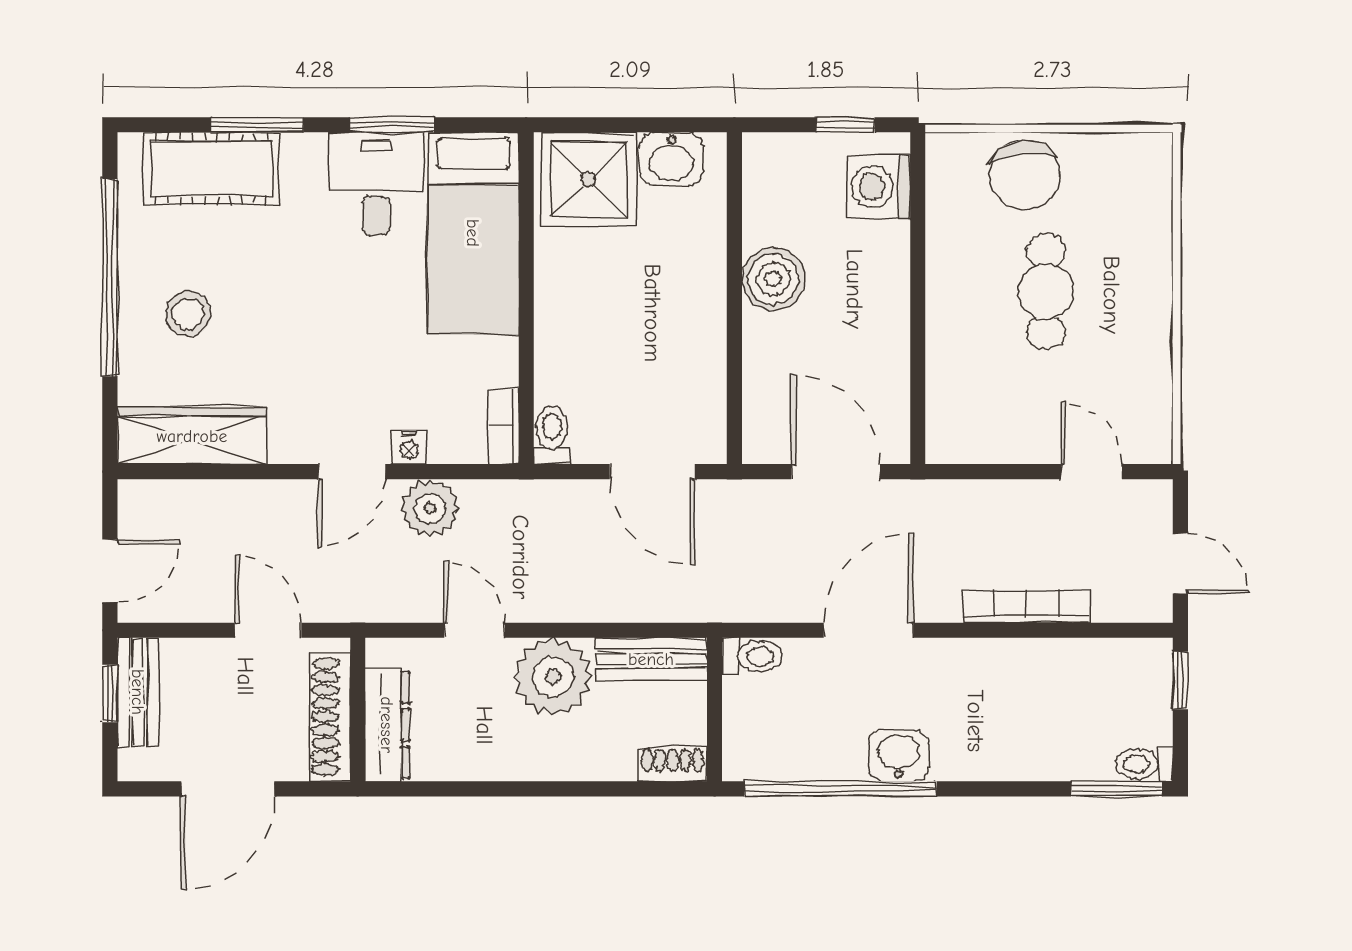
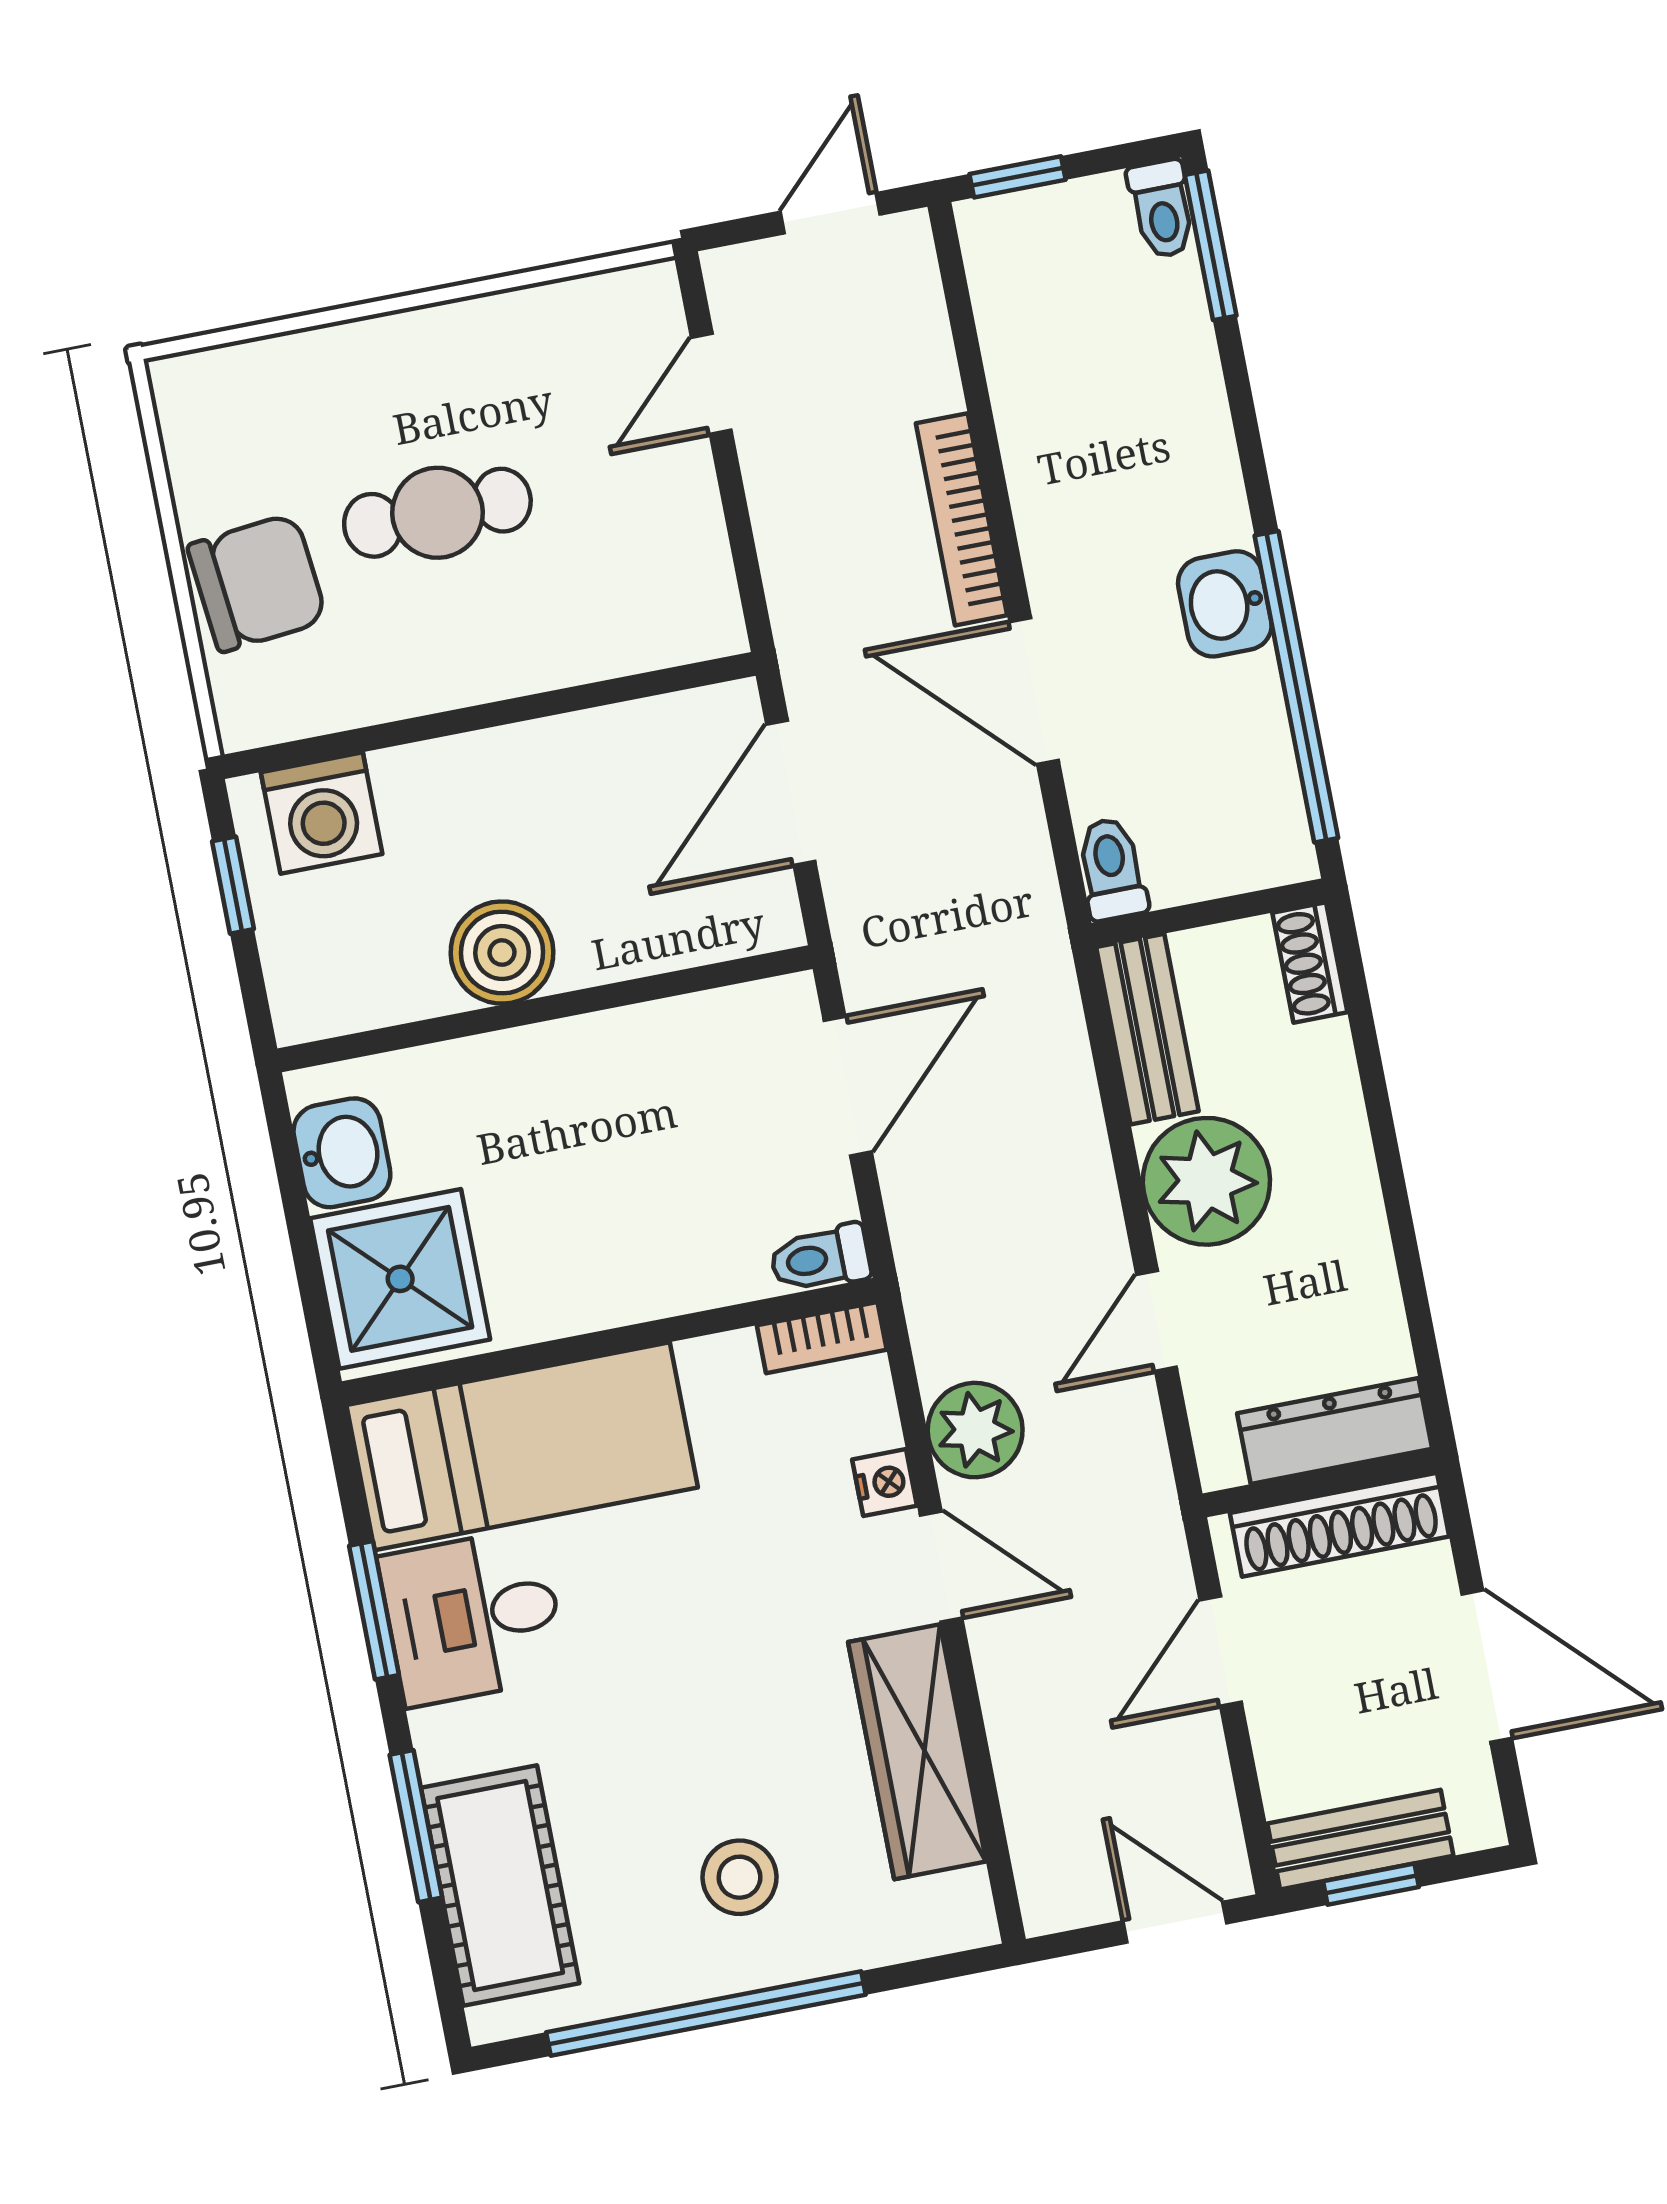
wardrobe: (192, 436) -> (917, 1752), moved
bookcase: (1026, 607) -> (961, 519), moved

